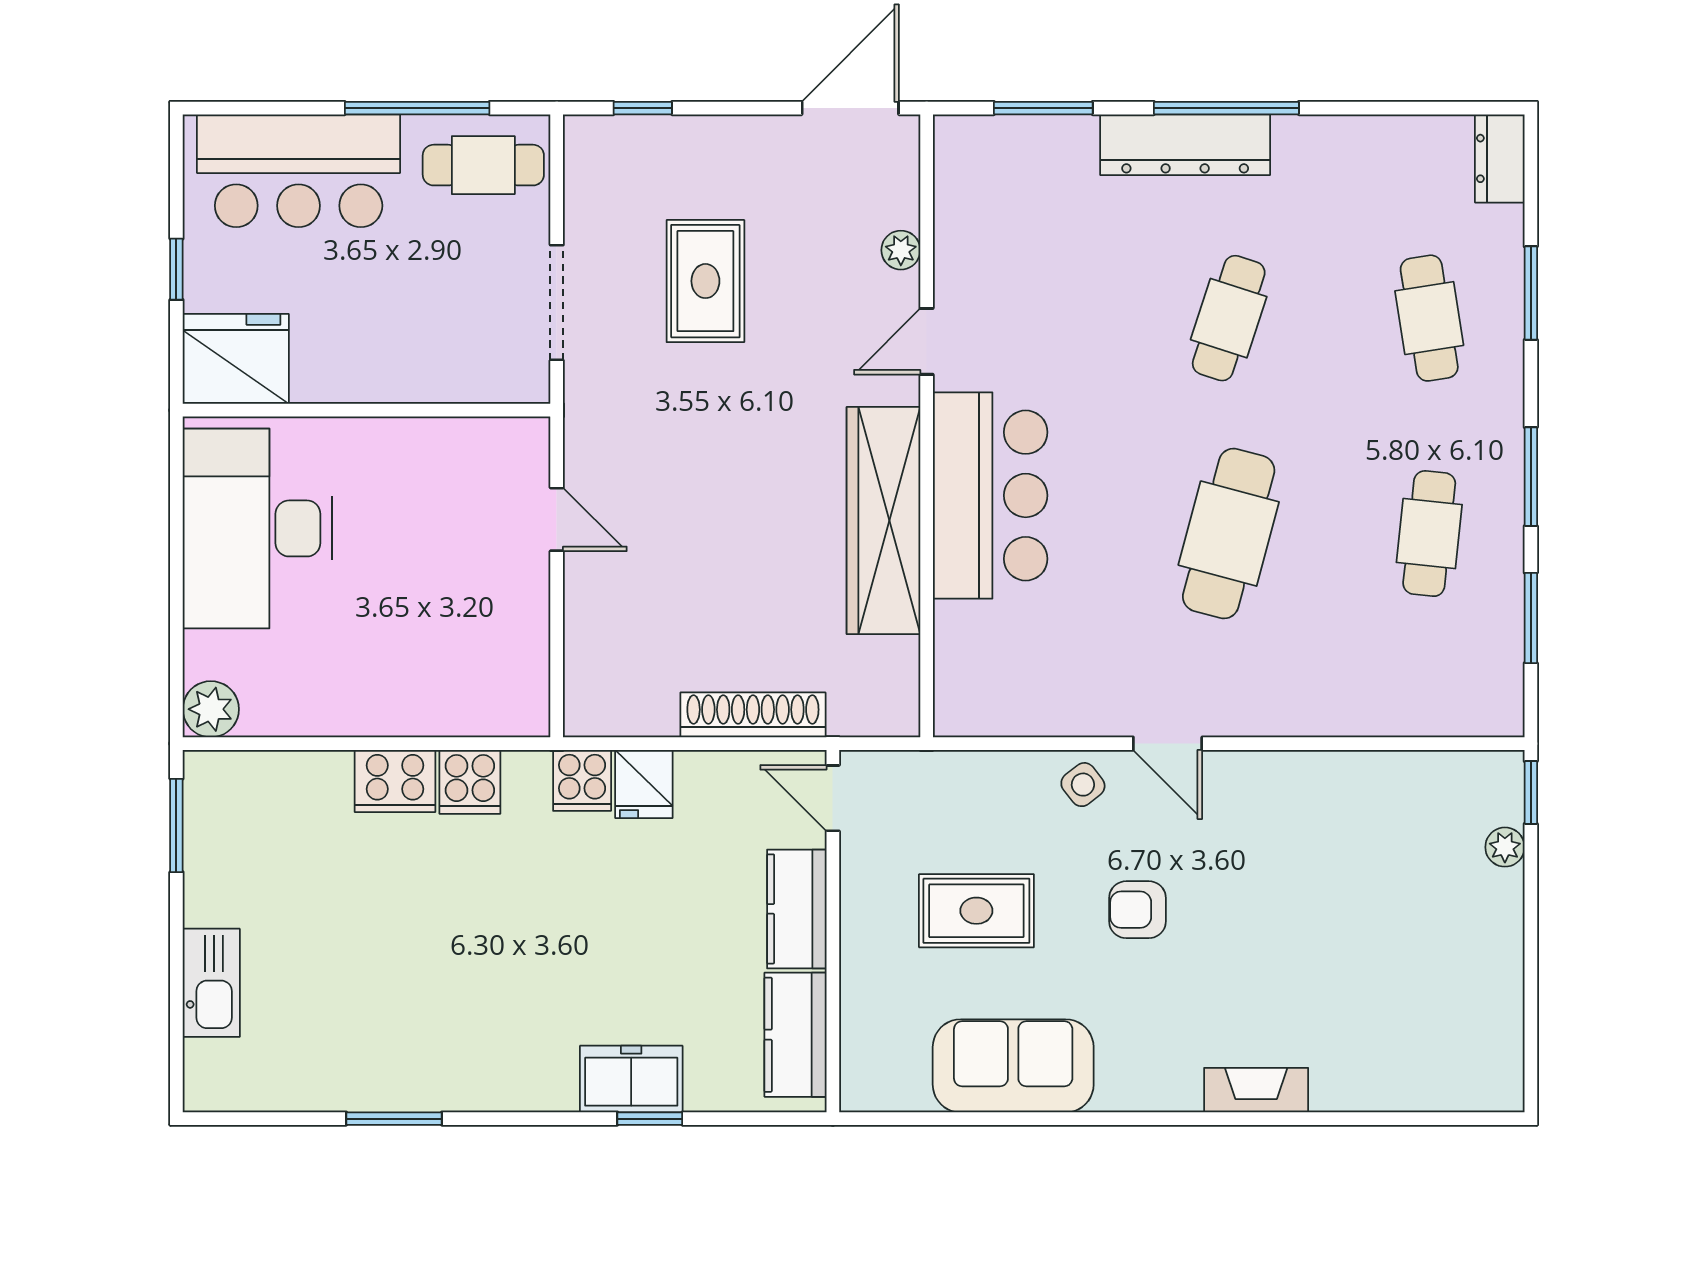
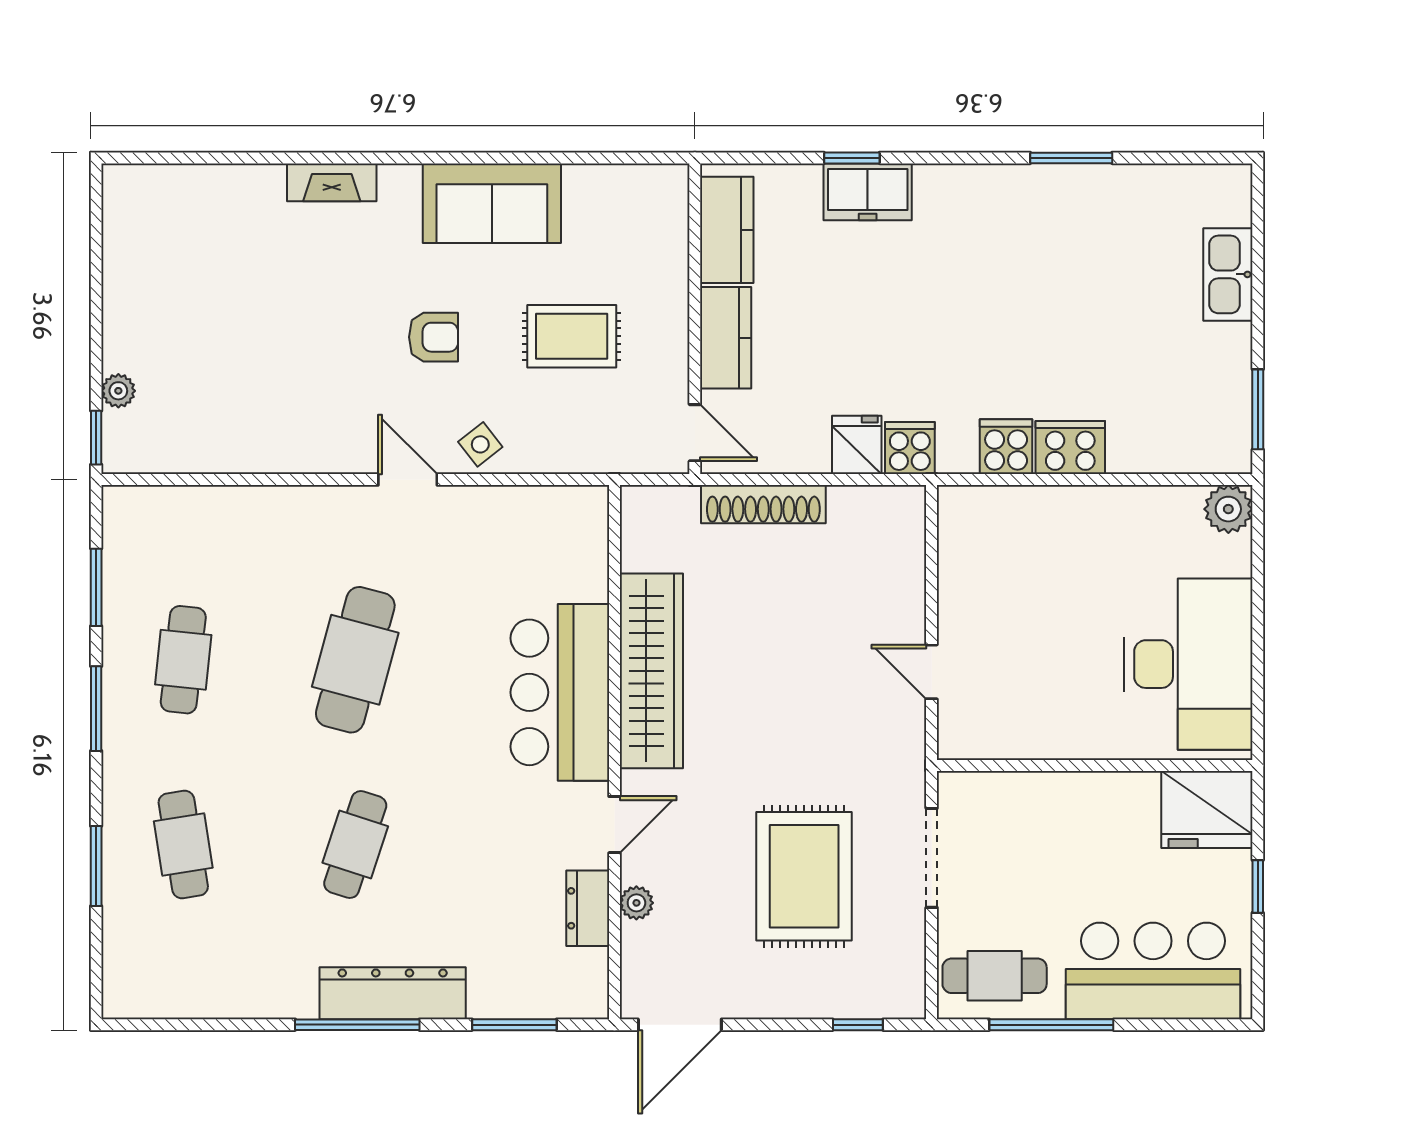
dresser: (1500, 158) -> (588, 908), moved, turned 180
rug: (705, 281) -> (804, 876), width x1.36, depth x1.43
sofa: (1013, 1066) -> (492, 203), moved

